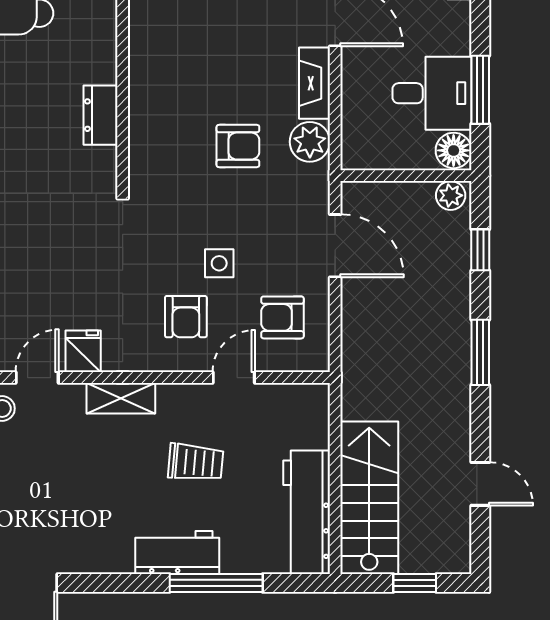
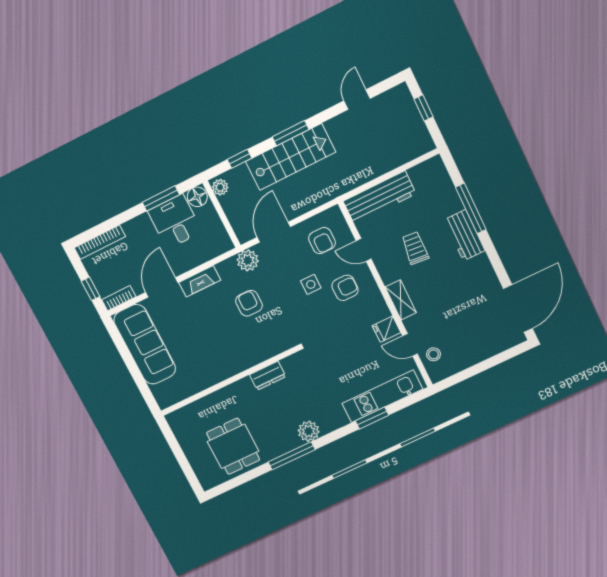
plant: (310, 142) -> (248, 260), moved
stairs: (369, 498) -> (291, 157), moved, turned 180
workbench: (307, 512) -> (380, 197), moved

